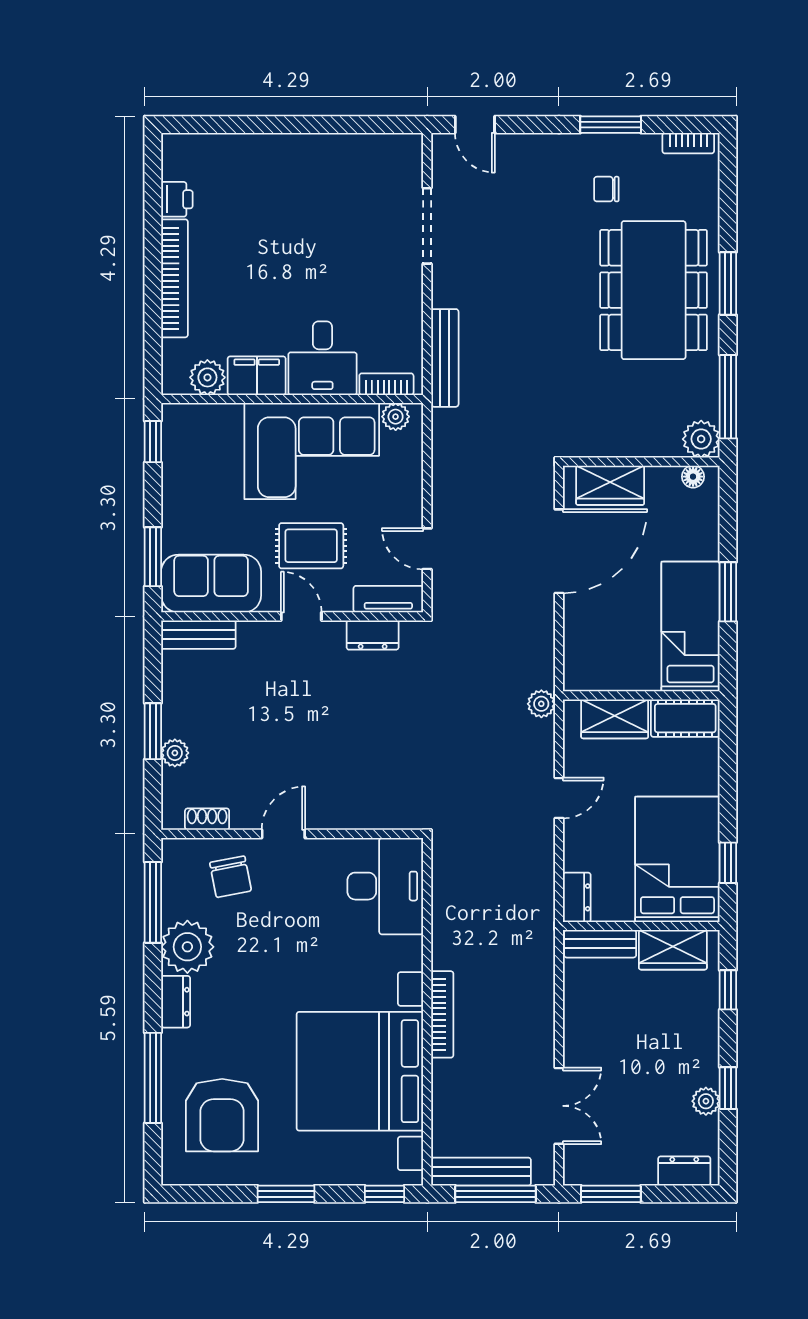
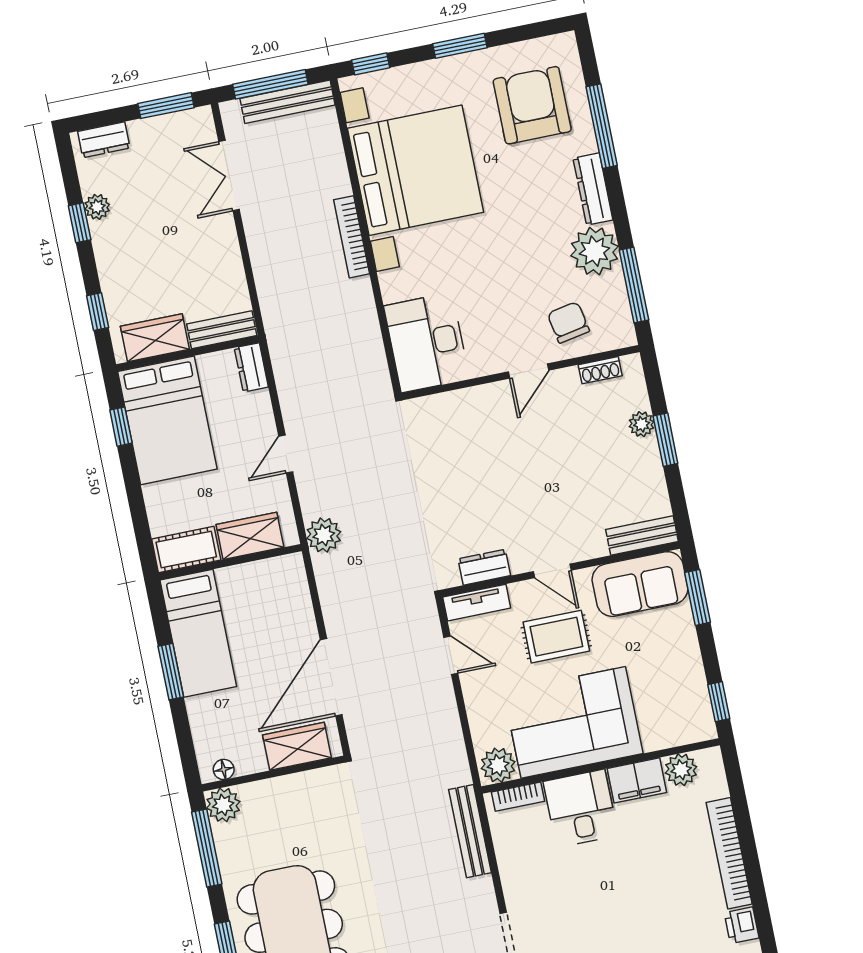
plant: (396, 417) -> (498, 765), width x1.38, depth x1.38
plant: (541, 704) -> (324, 535), width x1.38, depth x1.38
dresser: (176, 1002) -> (593, 189), width x1.44

